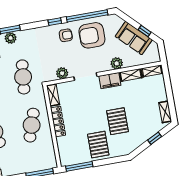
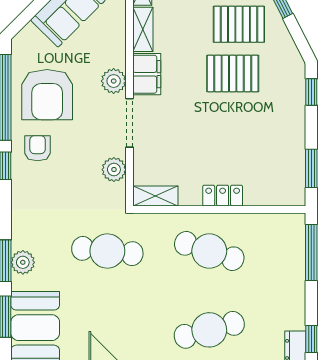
plant: (117, 63) -> (114, 81), moved
locker: (58, 122) -> (223, 196), width x0.66
pallet: (98, 145) -> (239, 24), moved
window: (115, 160) -> (311, 92), added
window: (79, 166) -> (311, 168), width x0.69

